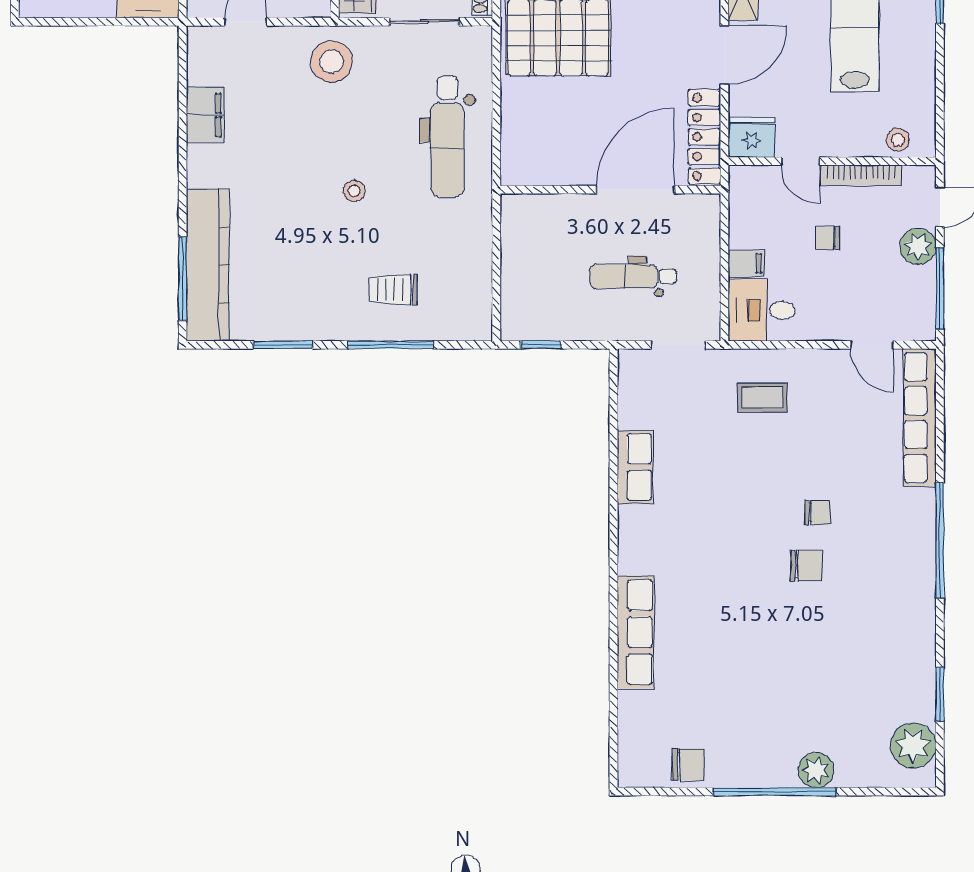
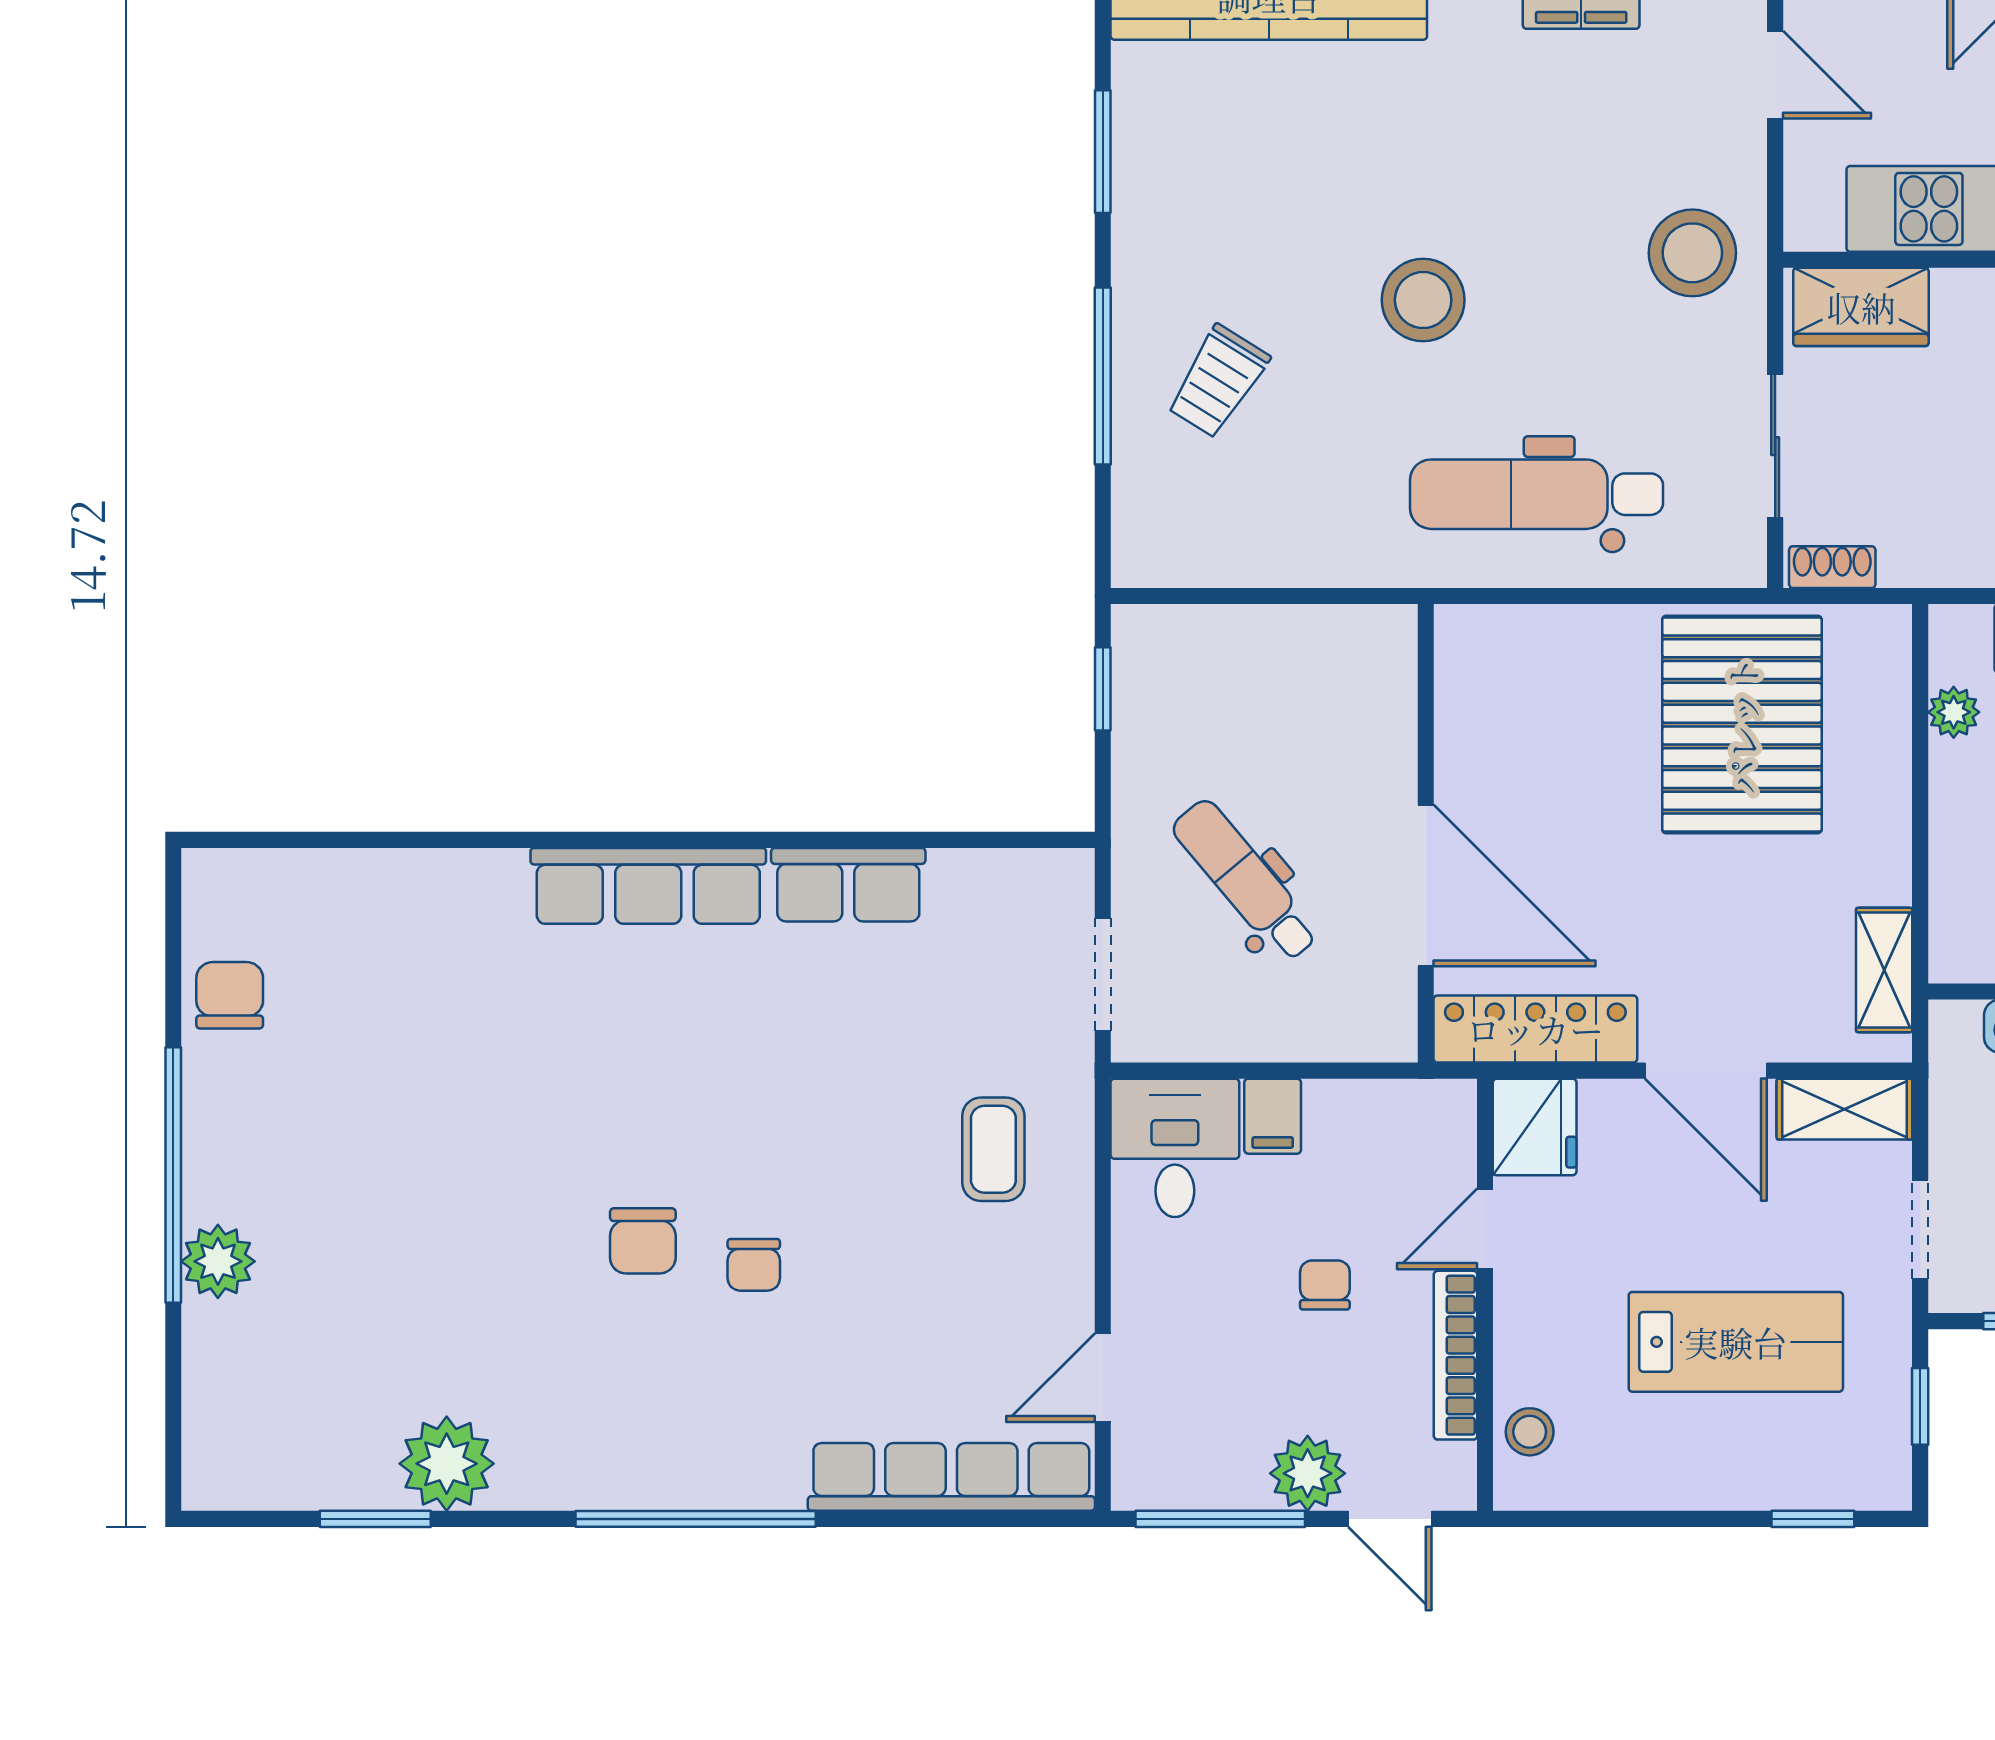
stool: (354, 191) -> (1423, 300), width x1.89, depth x1.89
dental chair: (633, 276) -> (1245, 881), turned -40
trolley: (393, 290) -> (1218, 382), turned -148
row of seats: (636, 632) -> (648, 886), moved
plant: (913, 745) -> (447, 1464), moved
chair: (688, 764) -> (230, 995), turned 180

